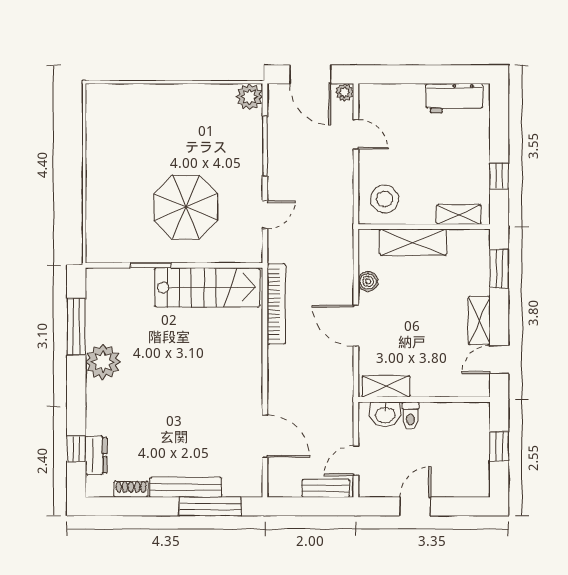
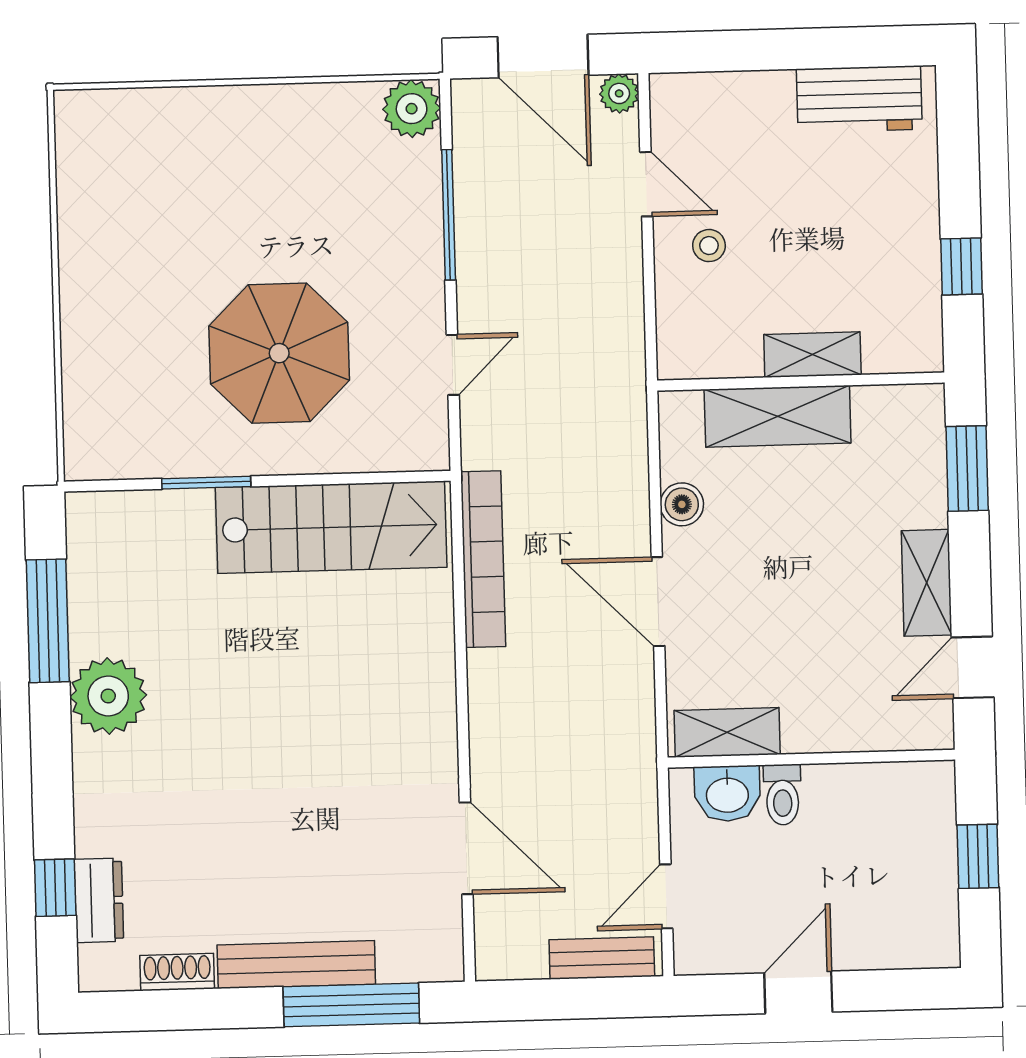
stool: (385, 199) -> (709, 246), moved, width x0.53, depth x0.53
shelving: (459, 215) -> (812, 355), moved

